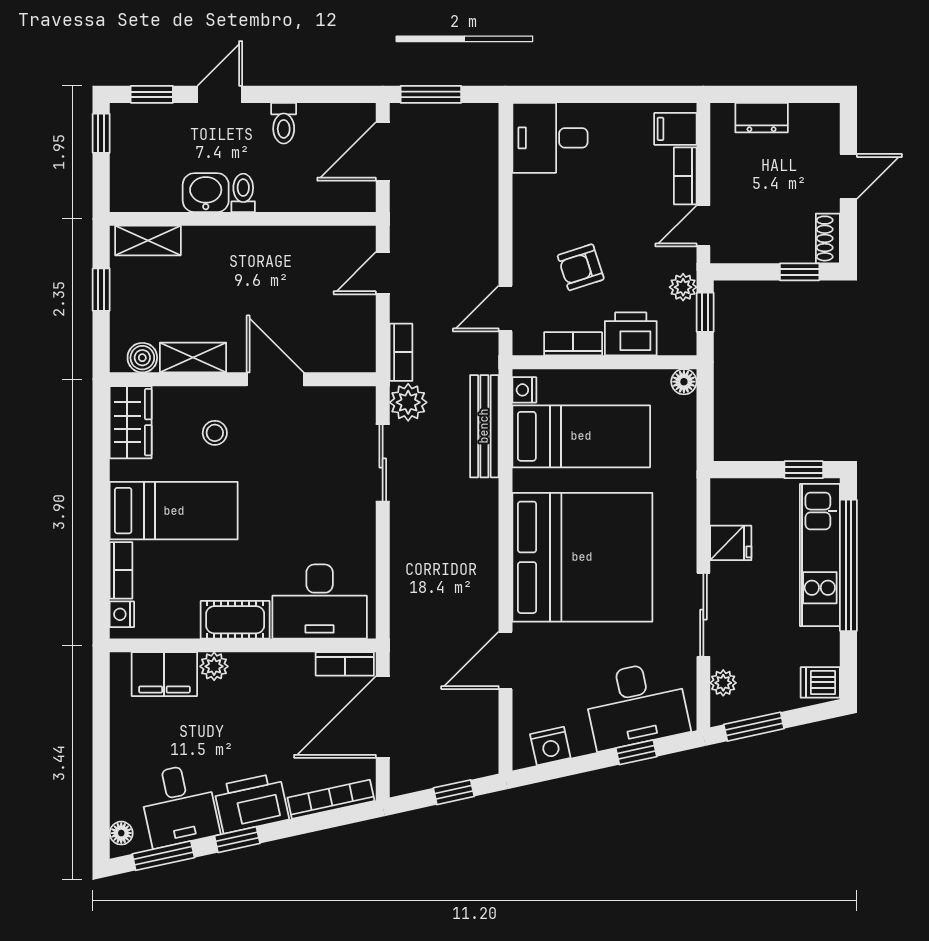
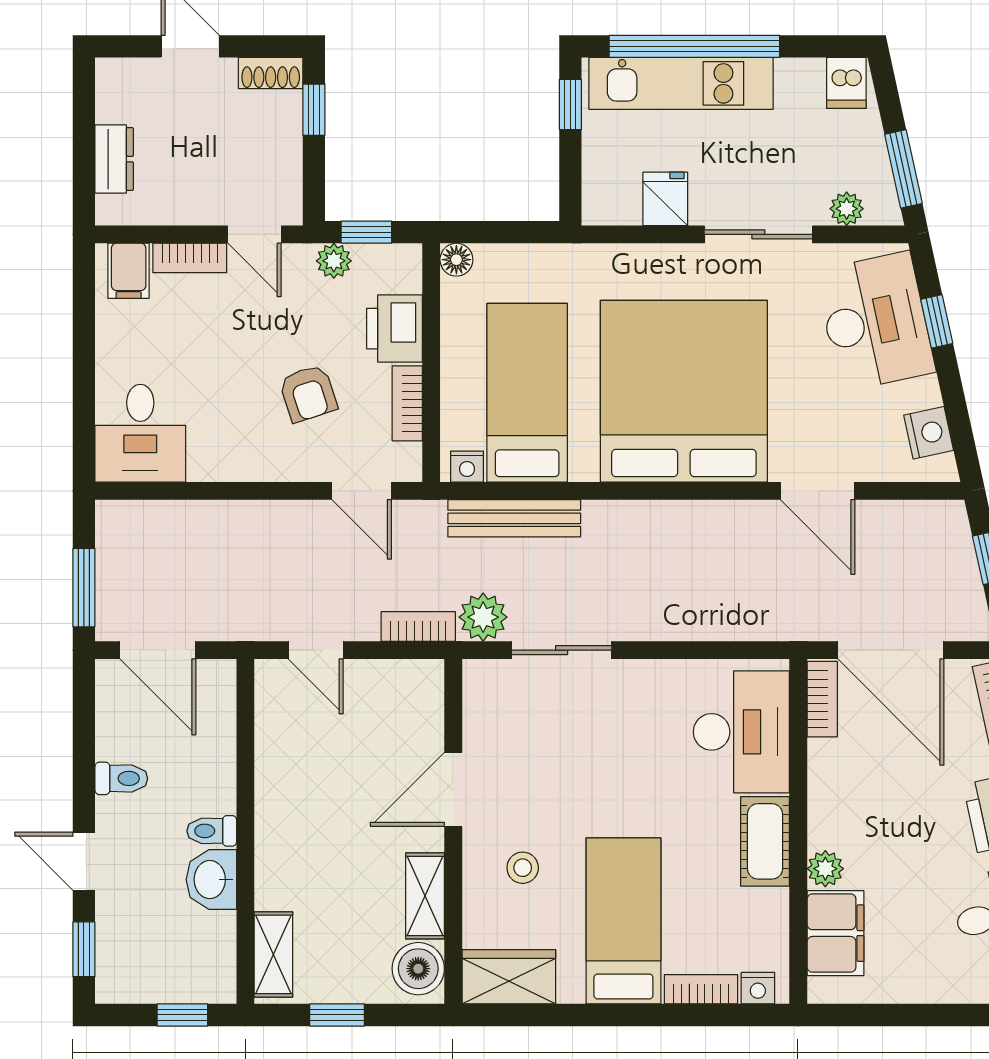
window: (101, 133) -> (182, 1015), moved
boiler: (142, 358) -> (418, 969), width x1.36, depth x1.36

